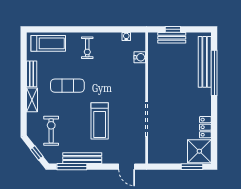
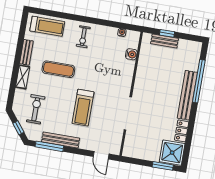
bench: (205, 62) -> (187, 95), moved

